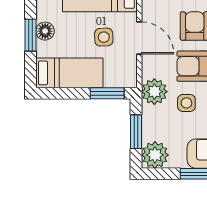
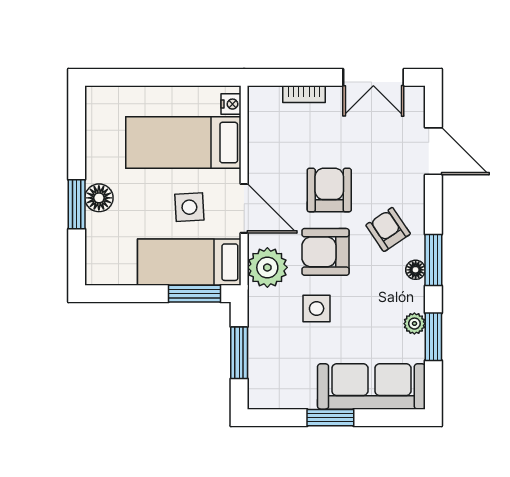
bed: (69, 73) -> (189, 262), moved, turned 180
plant: (154, 92) -> (267, 267), moved
plant: (155, 155) -> (268, 388), removed

